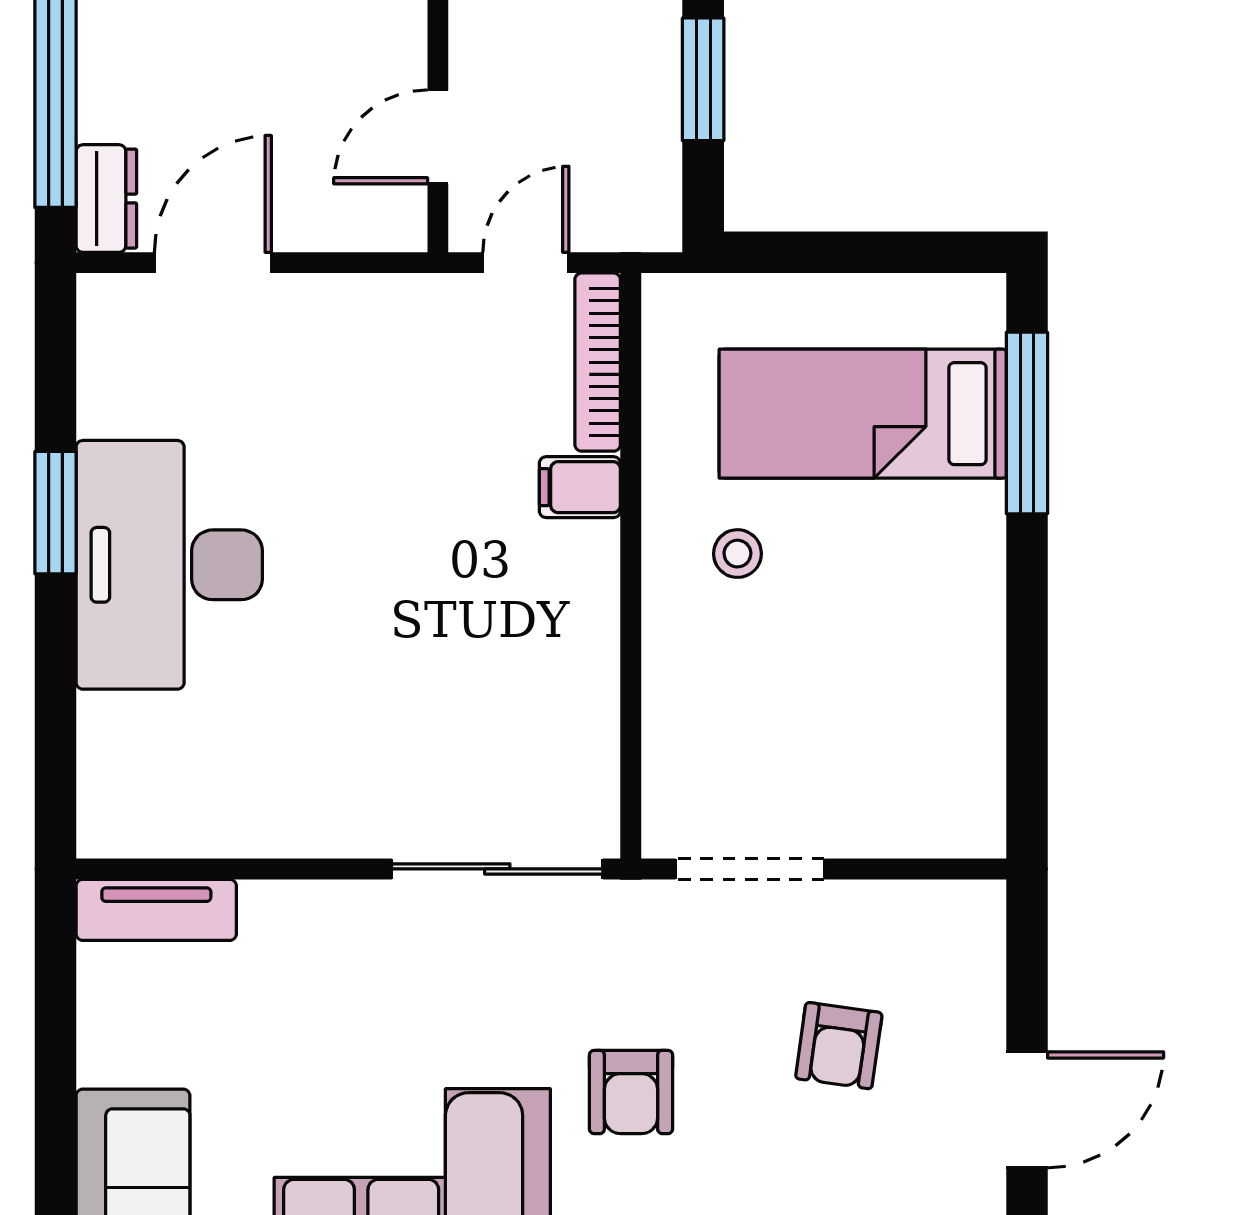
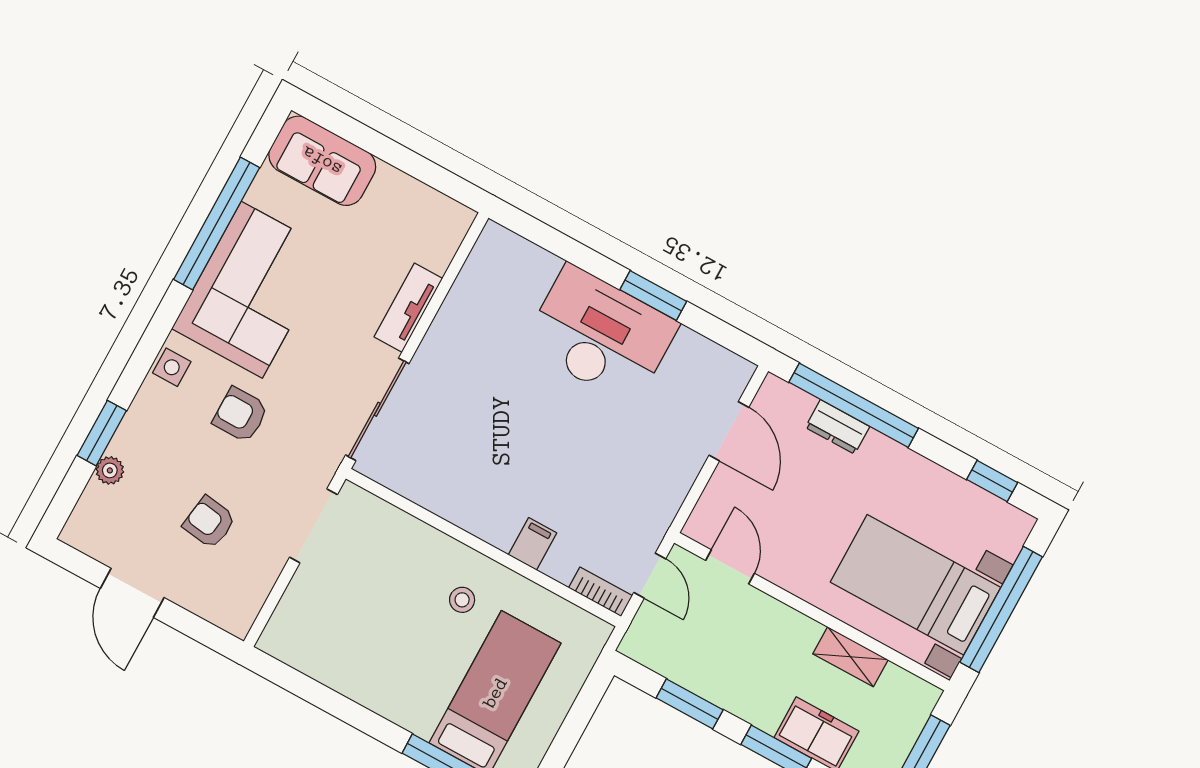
dresser: (106, 199) -> (837, 427), moved
bookcase: (598, 362) -> (601, 592), width x0.64
tv unit: (156, 910) -> (408, 308), moved

